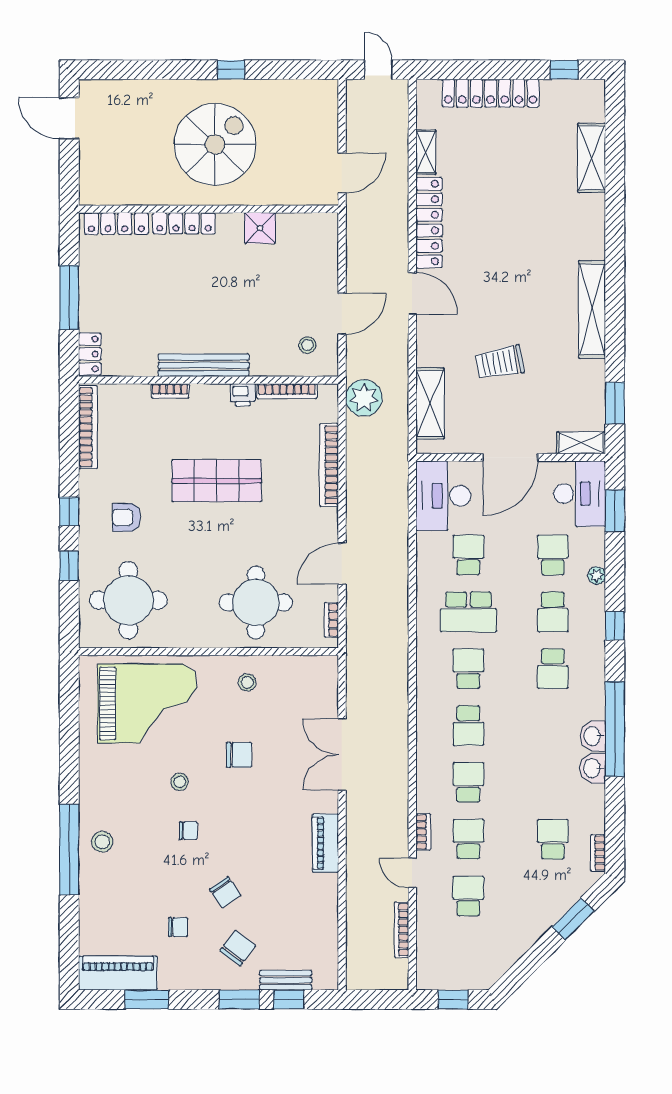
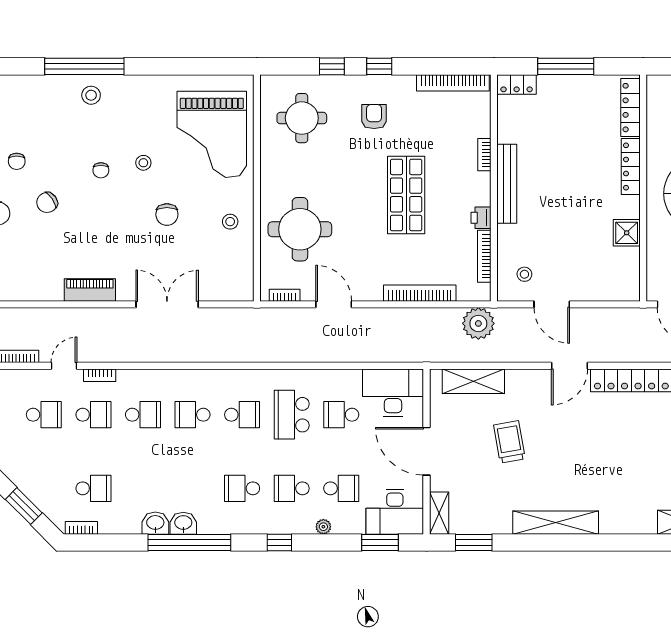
school desk: (468, 555) -> (341, 415), turned 180
round table: (128, 600) -> (302, 118), width x0.73, depth x0.73

